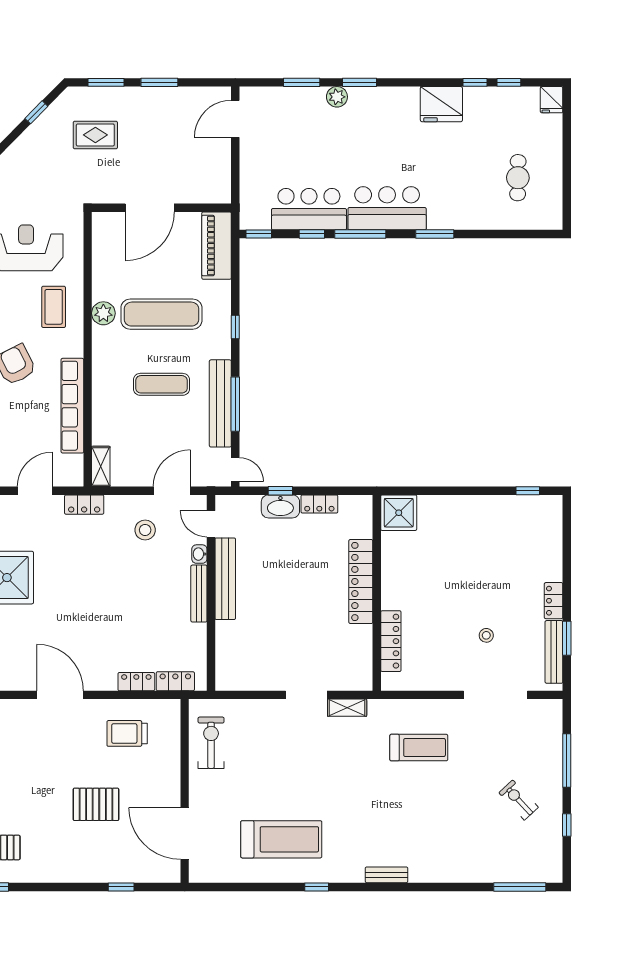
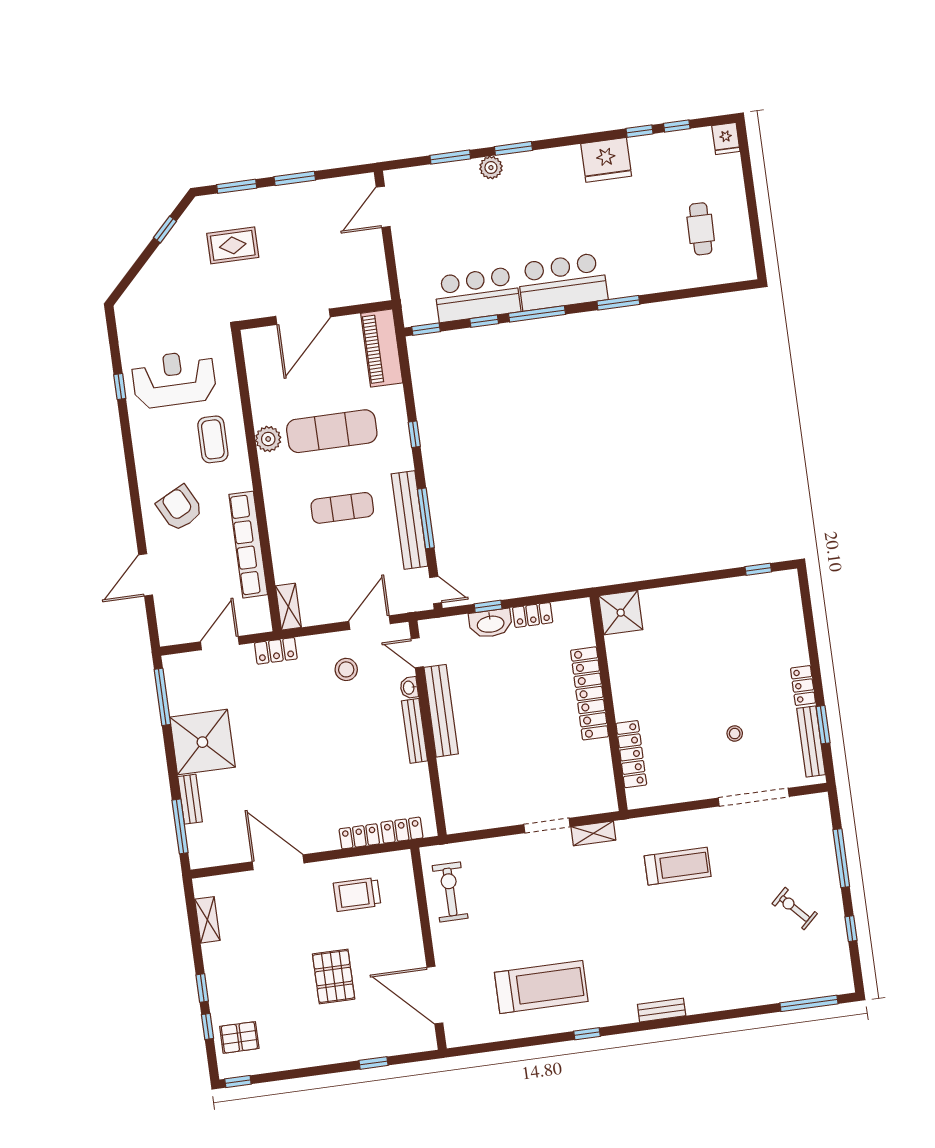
pallet: (96, 804) -> (334, 977), turned 90

